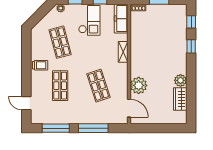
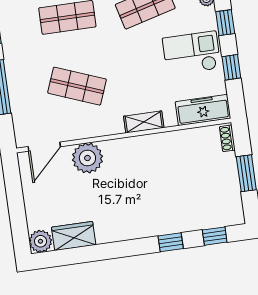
checkout: (89, 20) -> (192, 53), turned 180
plant: (181, 80) -> (40, 241), moved
shop shelf: (98, 86) -> (77, 86), turned 39

